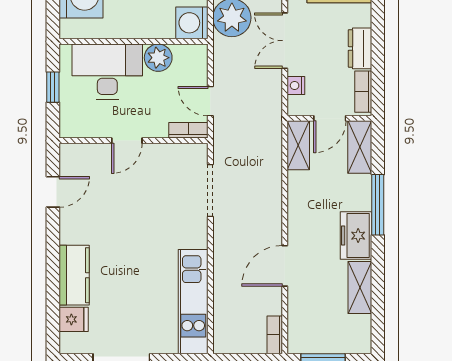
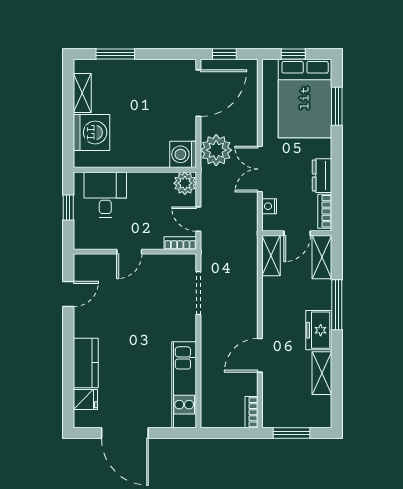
plant: (158, 58) -> (185, 183), moved
desk: (107, 71) -> (105, 195), width x0.73

